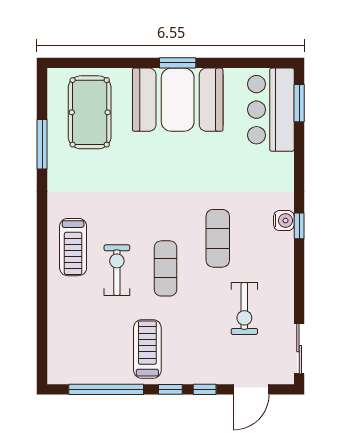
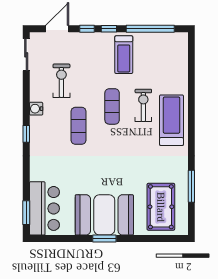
water cooler: (284, 221) -> (36, 109), moved
treadmill: (73, 247) -> (172, 120), width x1.37, depth x1.38
exercise bike: (117, 270) -> (143, 105), turned 180

